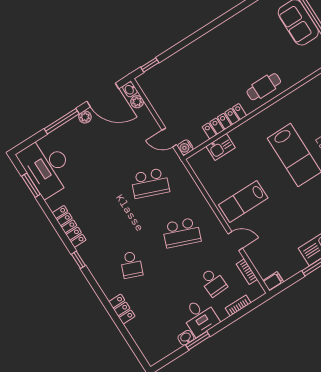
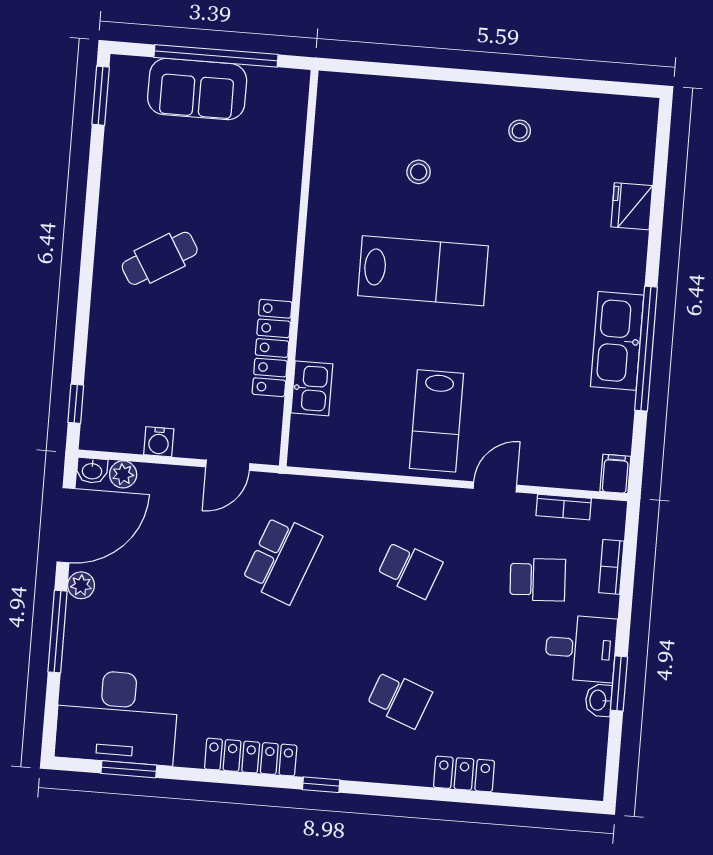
cafe table: (264, 87) -> (160, 258), moved, turned 59
water cooler: (185, 147) -> (159, 442), moved
school desk: (182, 233) -> (410, 569), width x0.54

